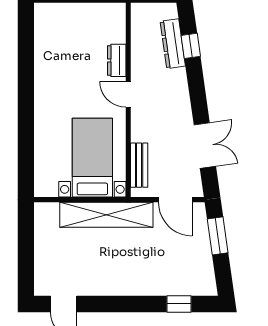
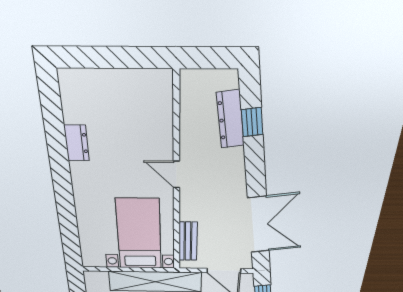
dresser: (117, 60) -> (77, 143), moved, turned 180
double door: (205, 145) -> (259, 225), width x1.37

